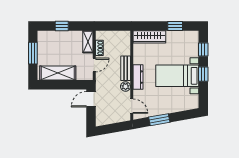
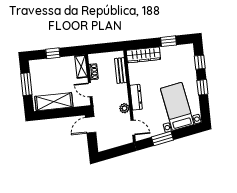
door: (94, 65) -> (90, 90), swing flipped
bench: (126, 68) -> (121, 70), moved
bed with nightstands: (177, 76) -> (177, 106), moved, turned 80

